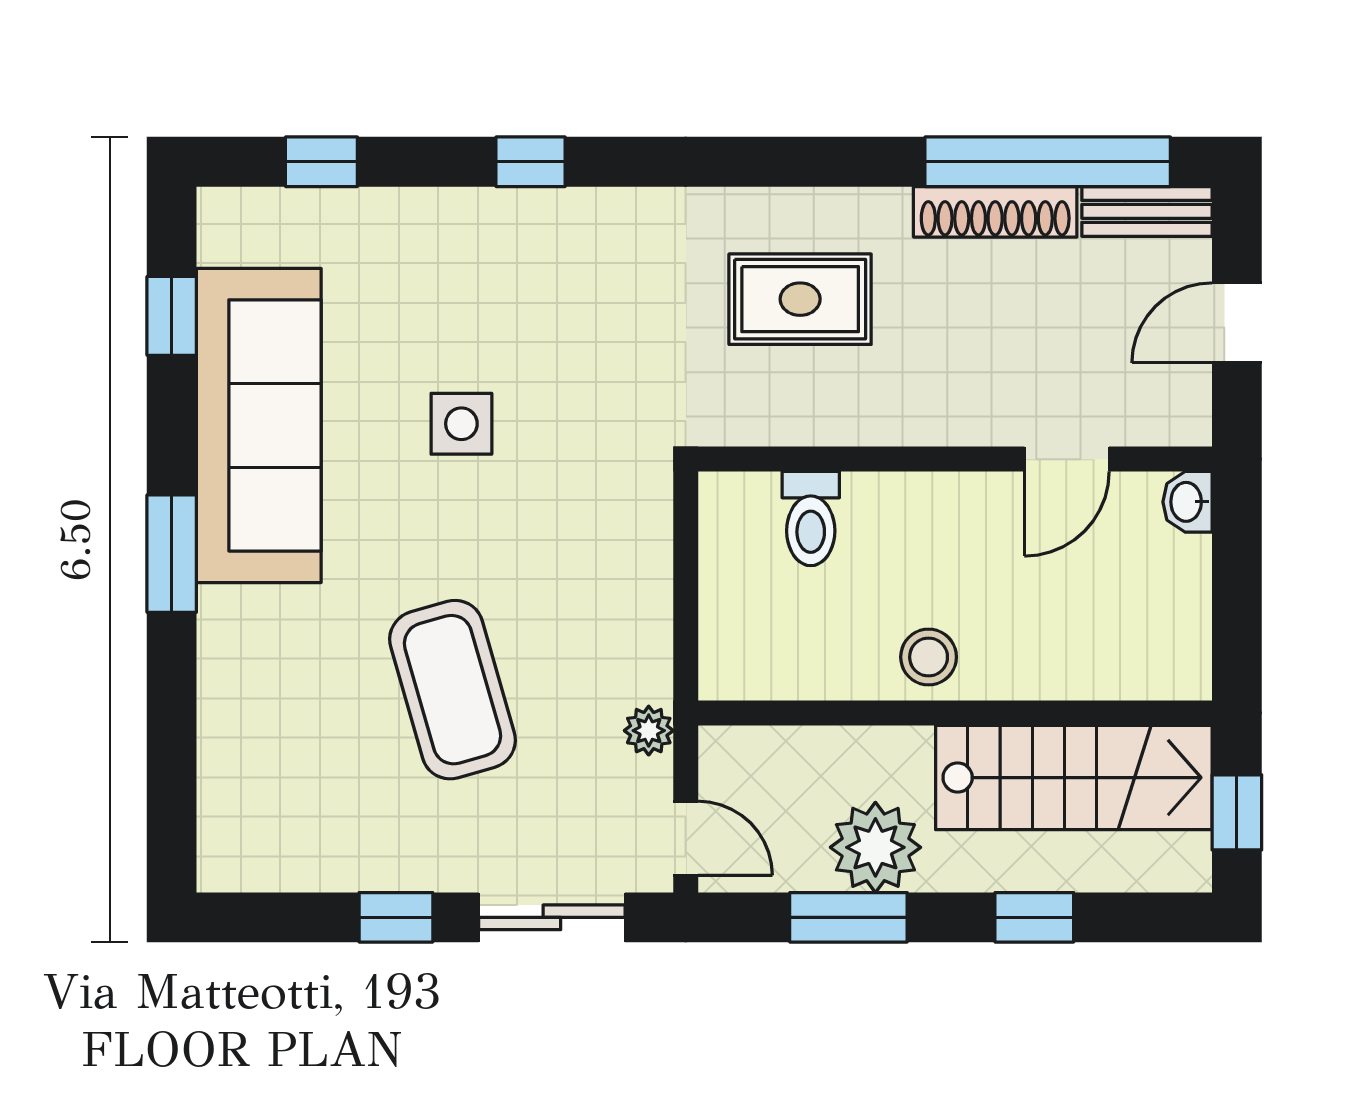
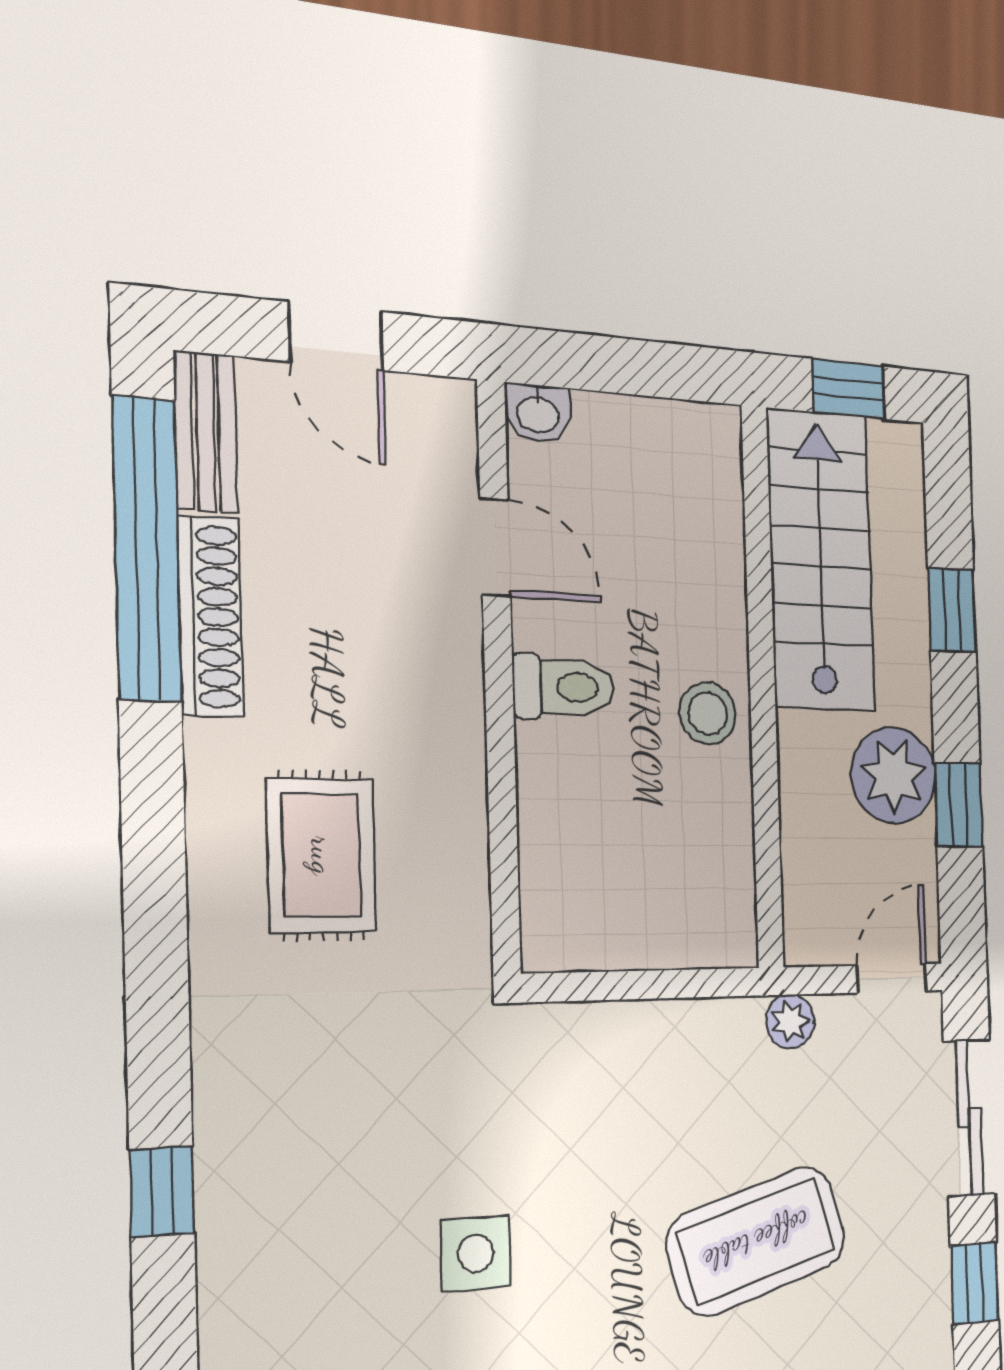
toilet: (811, 519) -> (564, 687), moved
window: (848, 917) -> (959, 805), width x0.67

